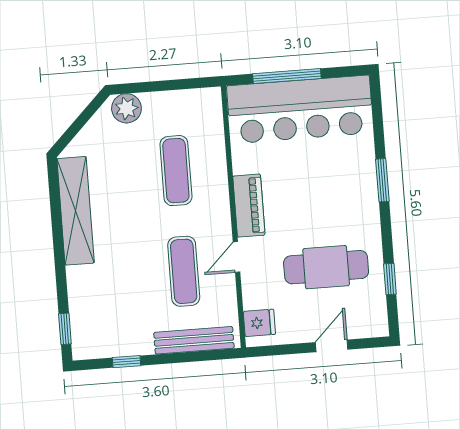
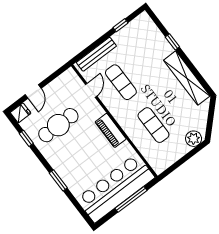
door: (237, 257) -> (91, 90), moved
fridge: (259, 323) -> (21, 113), moved, turned 180
window: (65, 329) -> (172, 42), moved

